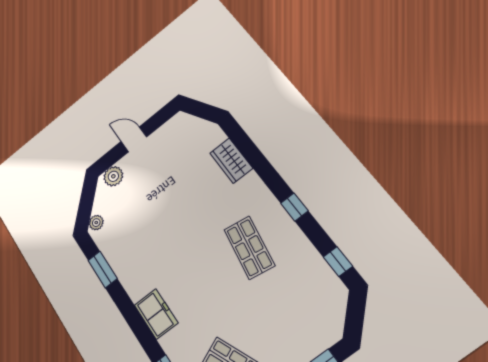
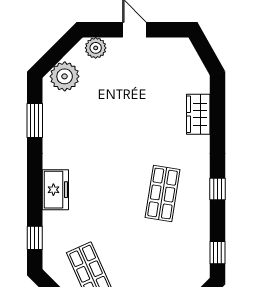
plant: (96, 223) -> (65, 76), width x1.88, depth x1.88

